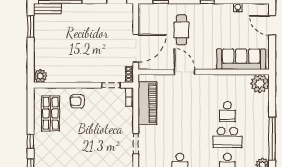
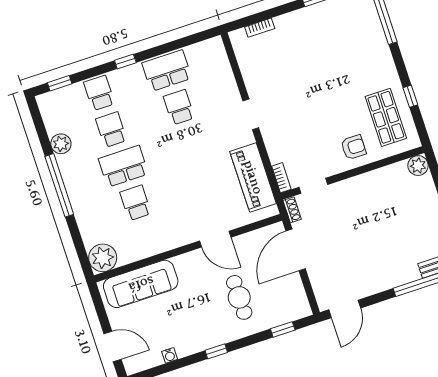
window: (31, 141) -> (410, 96), moved

